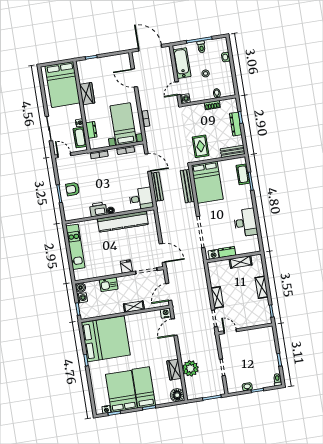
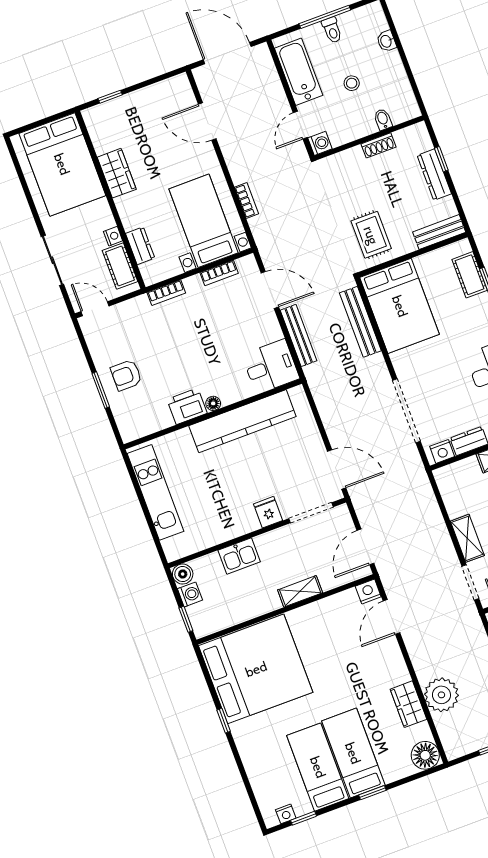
bed: (121, 391) -> (318, 767), width x0.67

